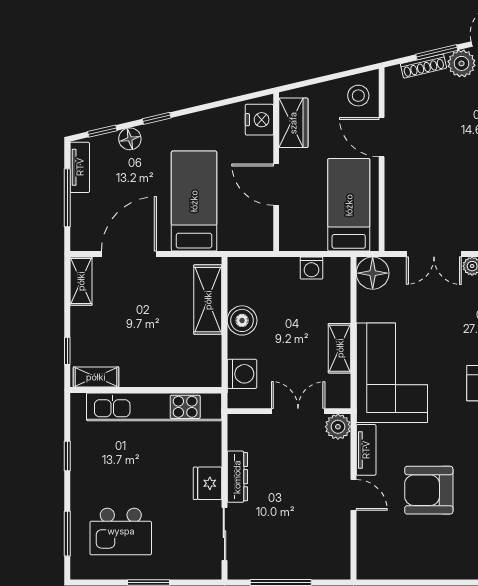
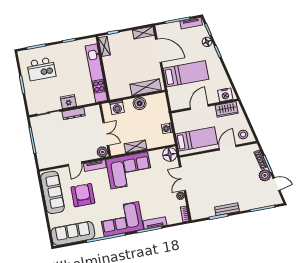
kitchen island: (121, 531) -> (41, 69), turned -90
sofa: (409, 559) -> (53, 192), added

